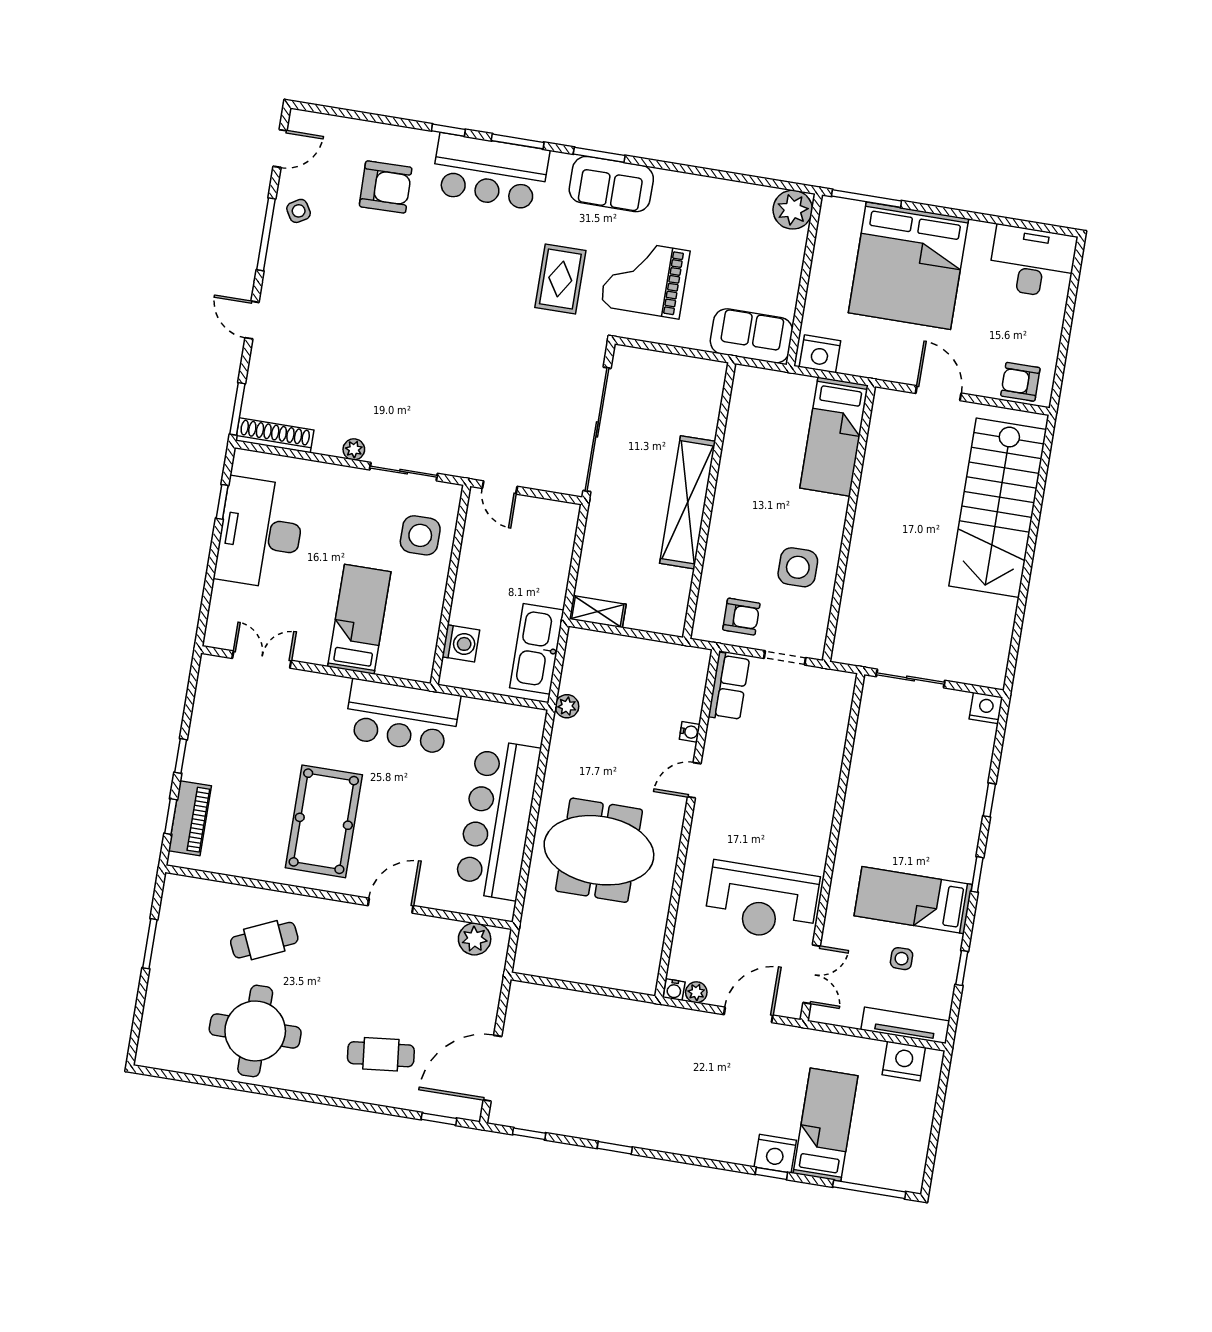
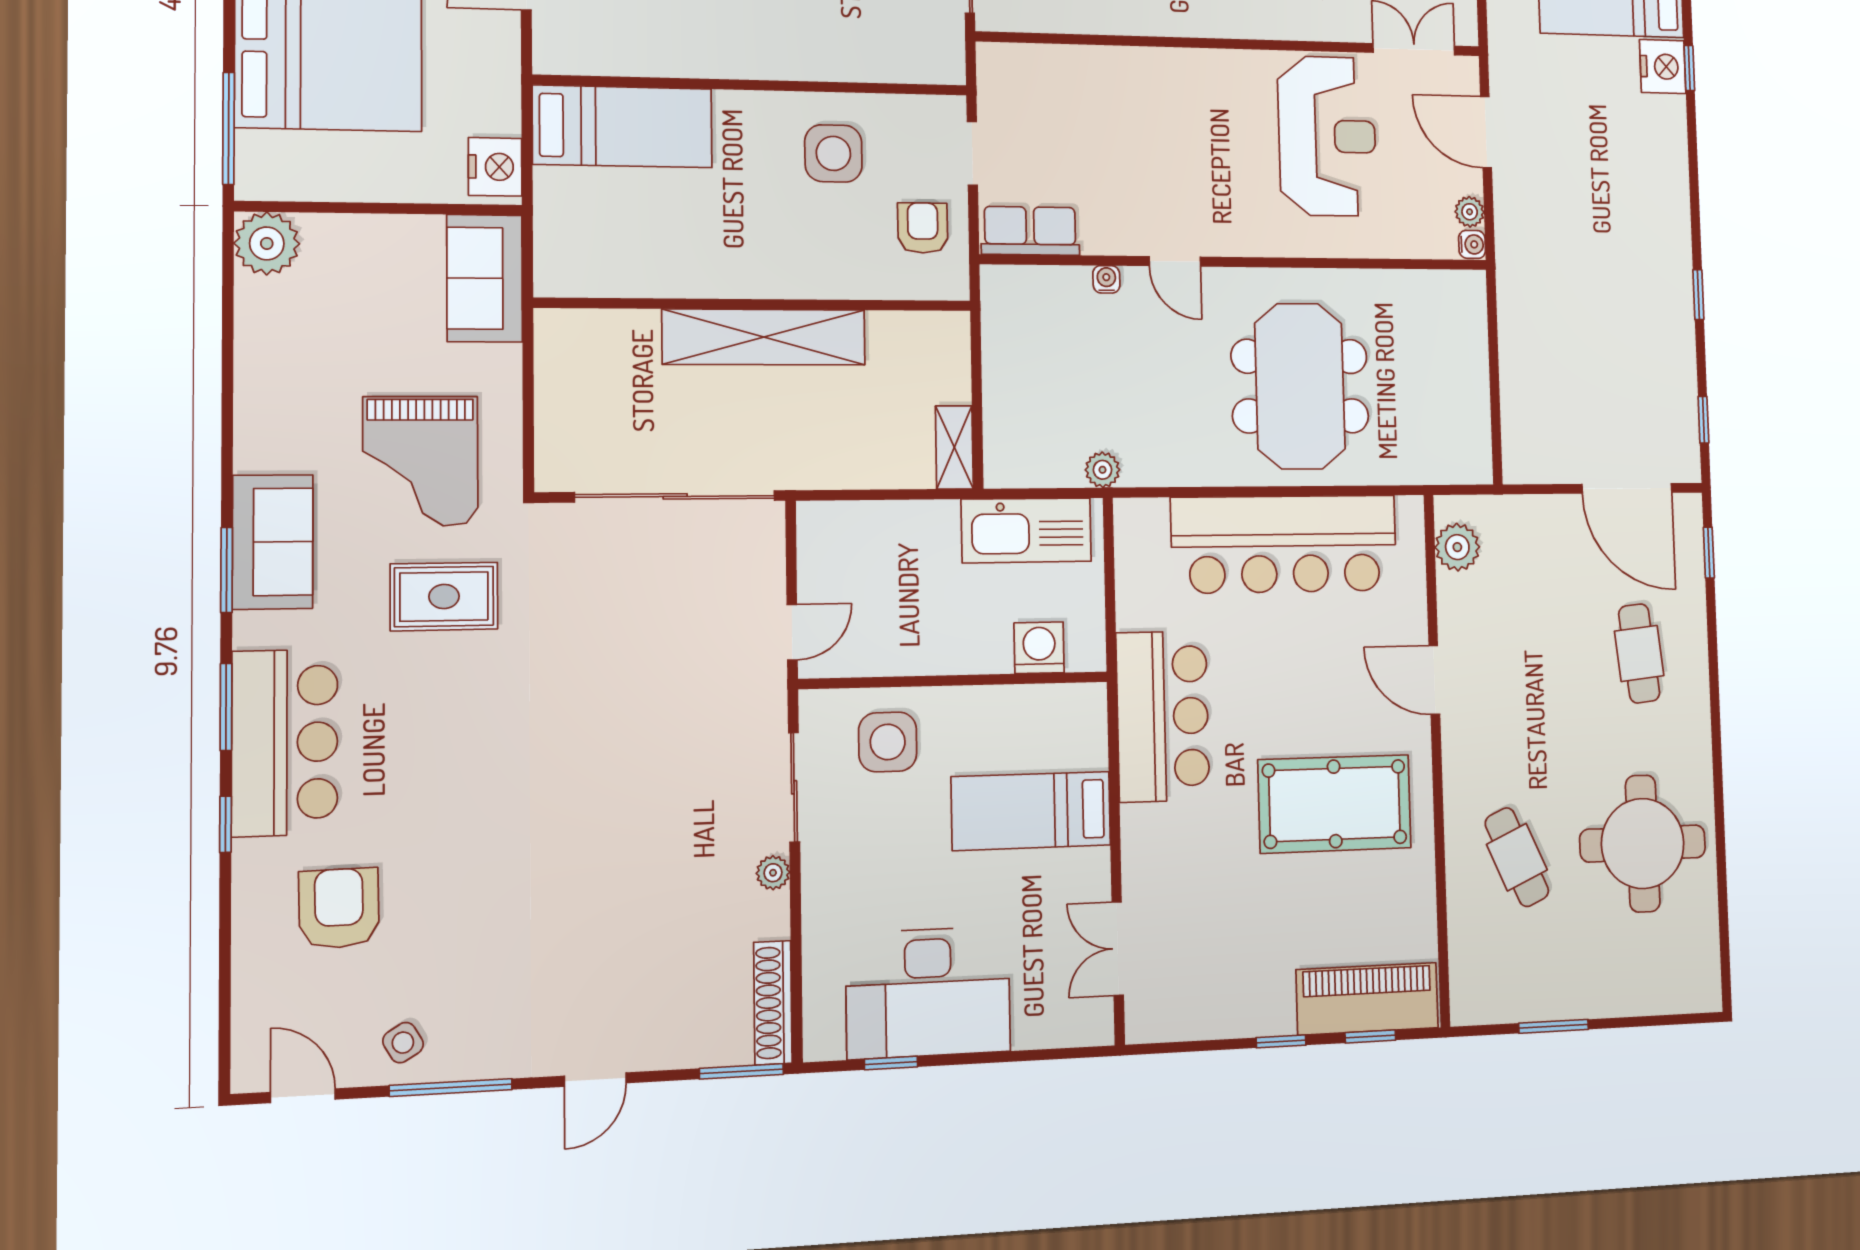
piano: (190, 818) -> (1367, 999), width x1.37, depth x1.33

